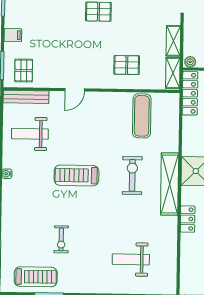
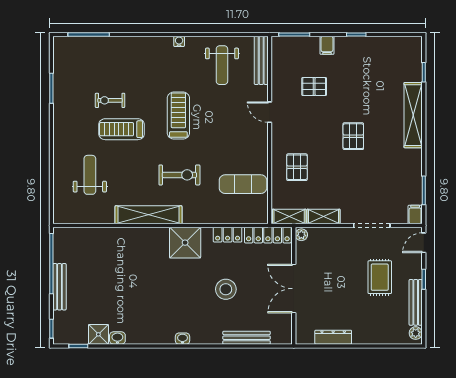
pallet: (24, 70) -> (314, 87), moved
weight bench: (30, 134) -> (222, 65), turned 180
shelving: (170, 184) -> (148, 215), moved
locker: (188, 219) -> (228, 235), moved
treadmill: (36, 277) -> (122, 129), moved, turned 90

